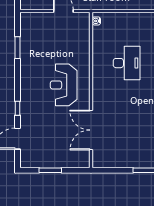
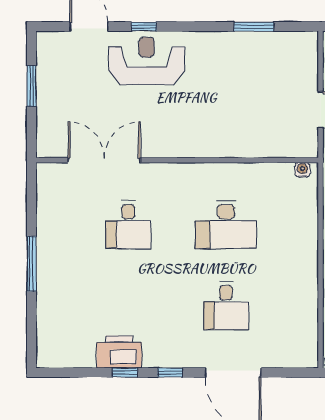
reception desk: (64, 85) -> (147, 61), moved
desk: (127, 117) -> (128, 225), added

